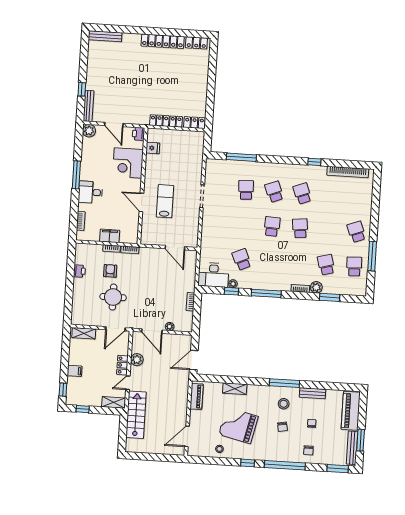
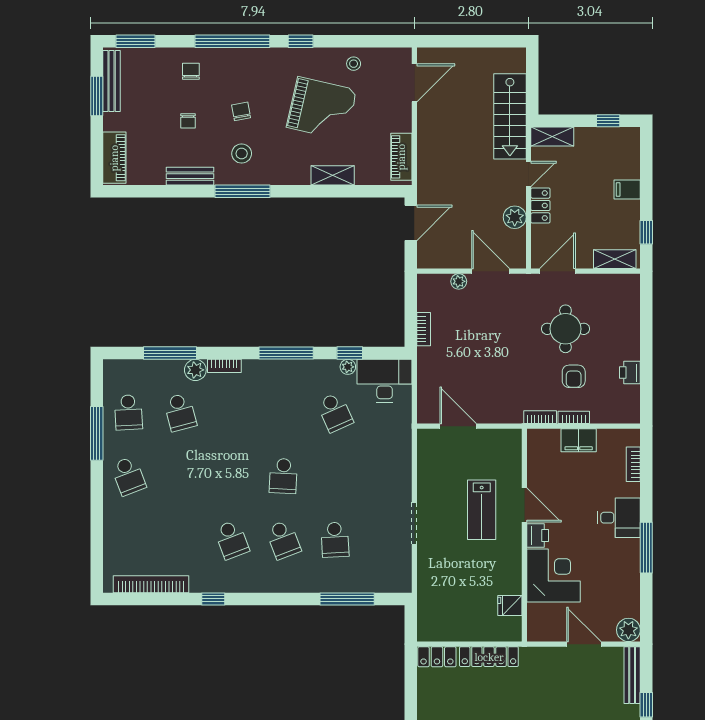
printer: (139, 134) -> (538, 535), moved
school desk: (300, 228) -> (232, 476), removed
window: (330, 297) -> (170, 353), width x1.44
window: (63, 390) -> (646, 232), moved
piano: (351, 411) -> (114, 158), width x0.73, depth x0.75

